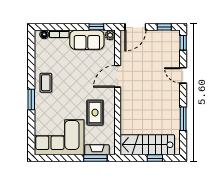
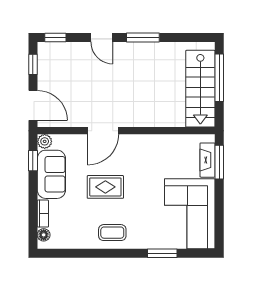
door: (183, 75) -> (102, 38), hinge flipped
door: (118, 76) -> (103, 131), hinge flipped
window: (31, 99) -> (162, 253), moved
rug: (95, 113) -> (105, 187), moved
window: (183, 119) -> (143, 38), moved
window: (155, 158) -> (219, 78), width x2.17

